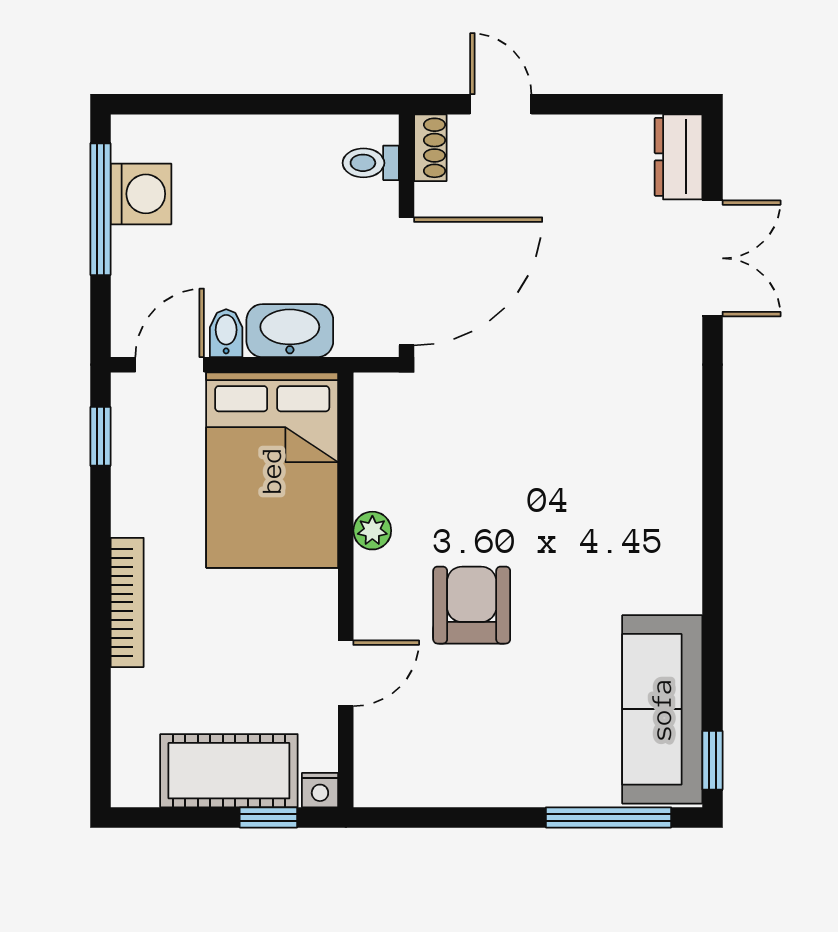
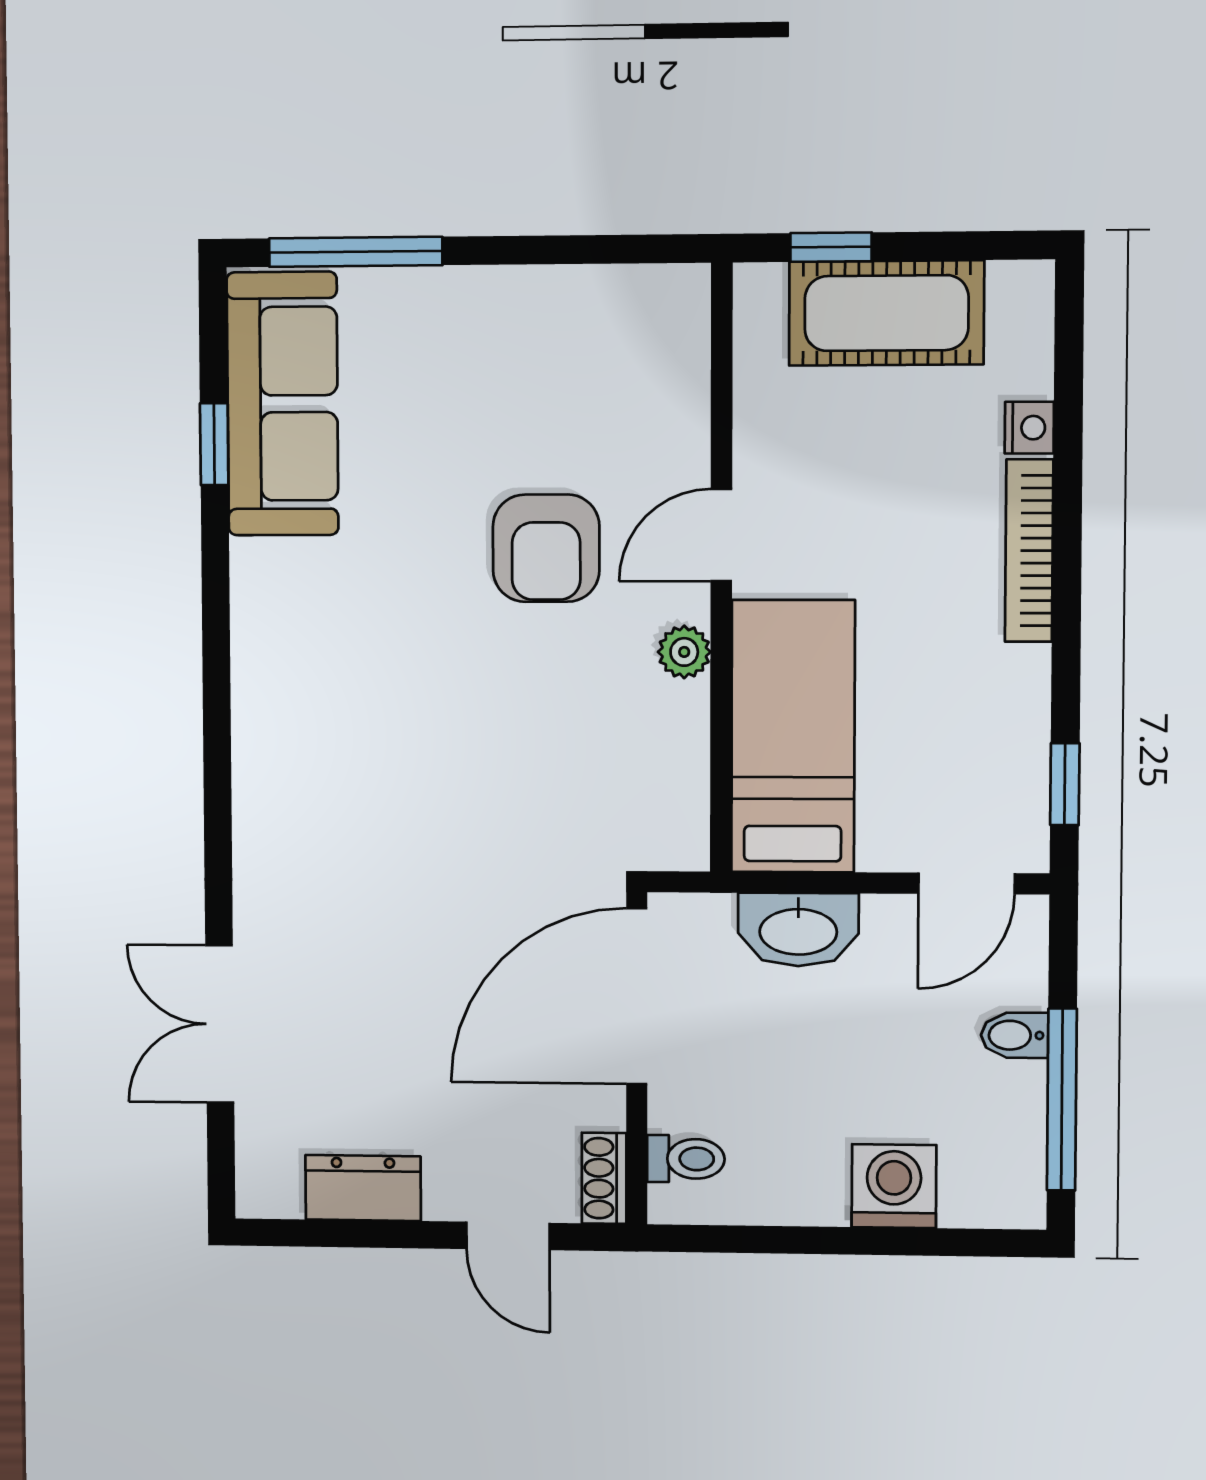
dresser: (678, 157) -> (363, 1188), moved, turned -90
washing machine: (141, 194) -> (894, 1186), moved, turned 90
bidet: (226, 333) -> (1015, 1035), moved, turned 90
bed: (272, 470) -> (793, 736), width x0.67
door: (346, 673) -> (721, 535), moved
window: (712, 760) -> (214, 444), moved
nightstand: (320, 790) -> (1029, 428), moved, turned 90

